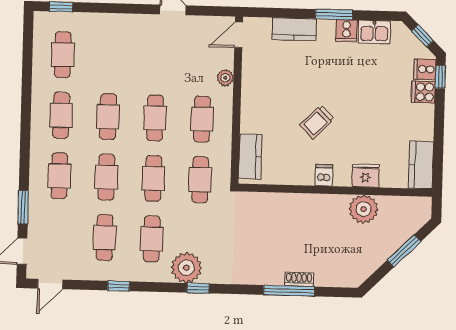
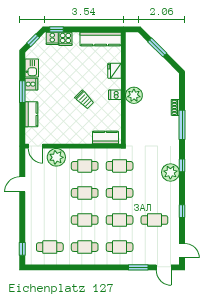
plant: (225, 78) -> (56, 157), width x1.88, depth x1.88
kitchen counter: (421, 165) -> (101, 39), width x1.50
plant: (363, 209) -> (134, 95), moved
cafe table: (152, 239) -> (154, 193), removed
window: (289, 291) -> (182, 125), moved

